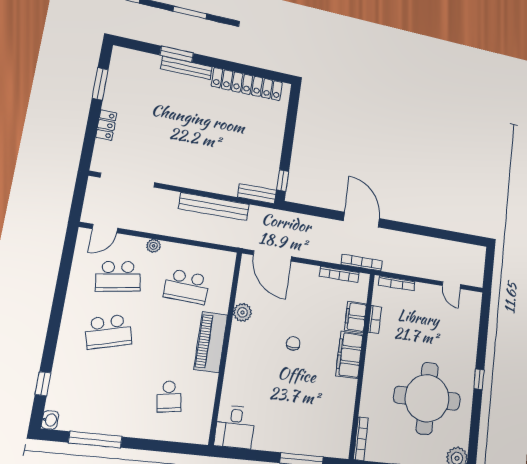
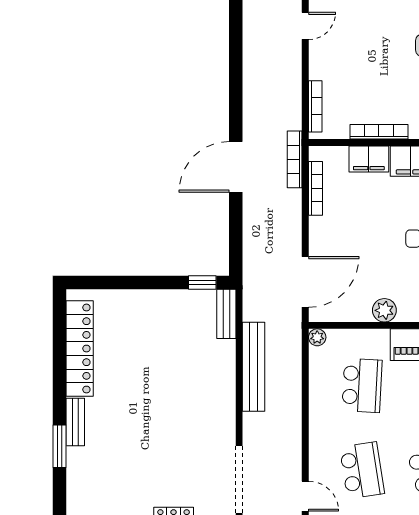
bench: (187, 68) -> (75, 422), width x0.73
plant: (153, 246) -> (317, 337), moved
bookcase: (375, 320) -> (379, 132), width x1.56

